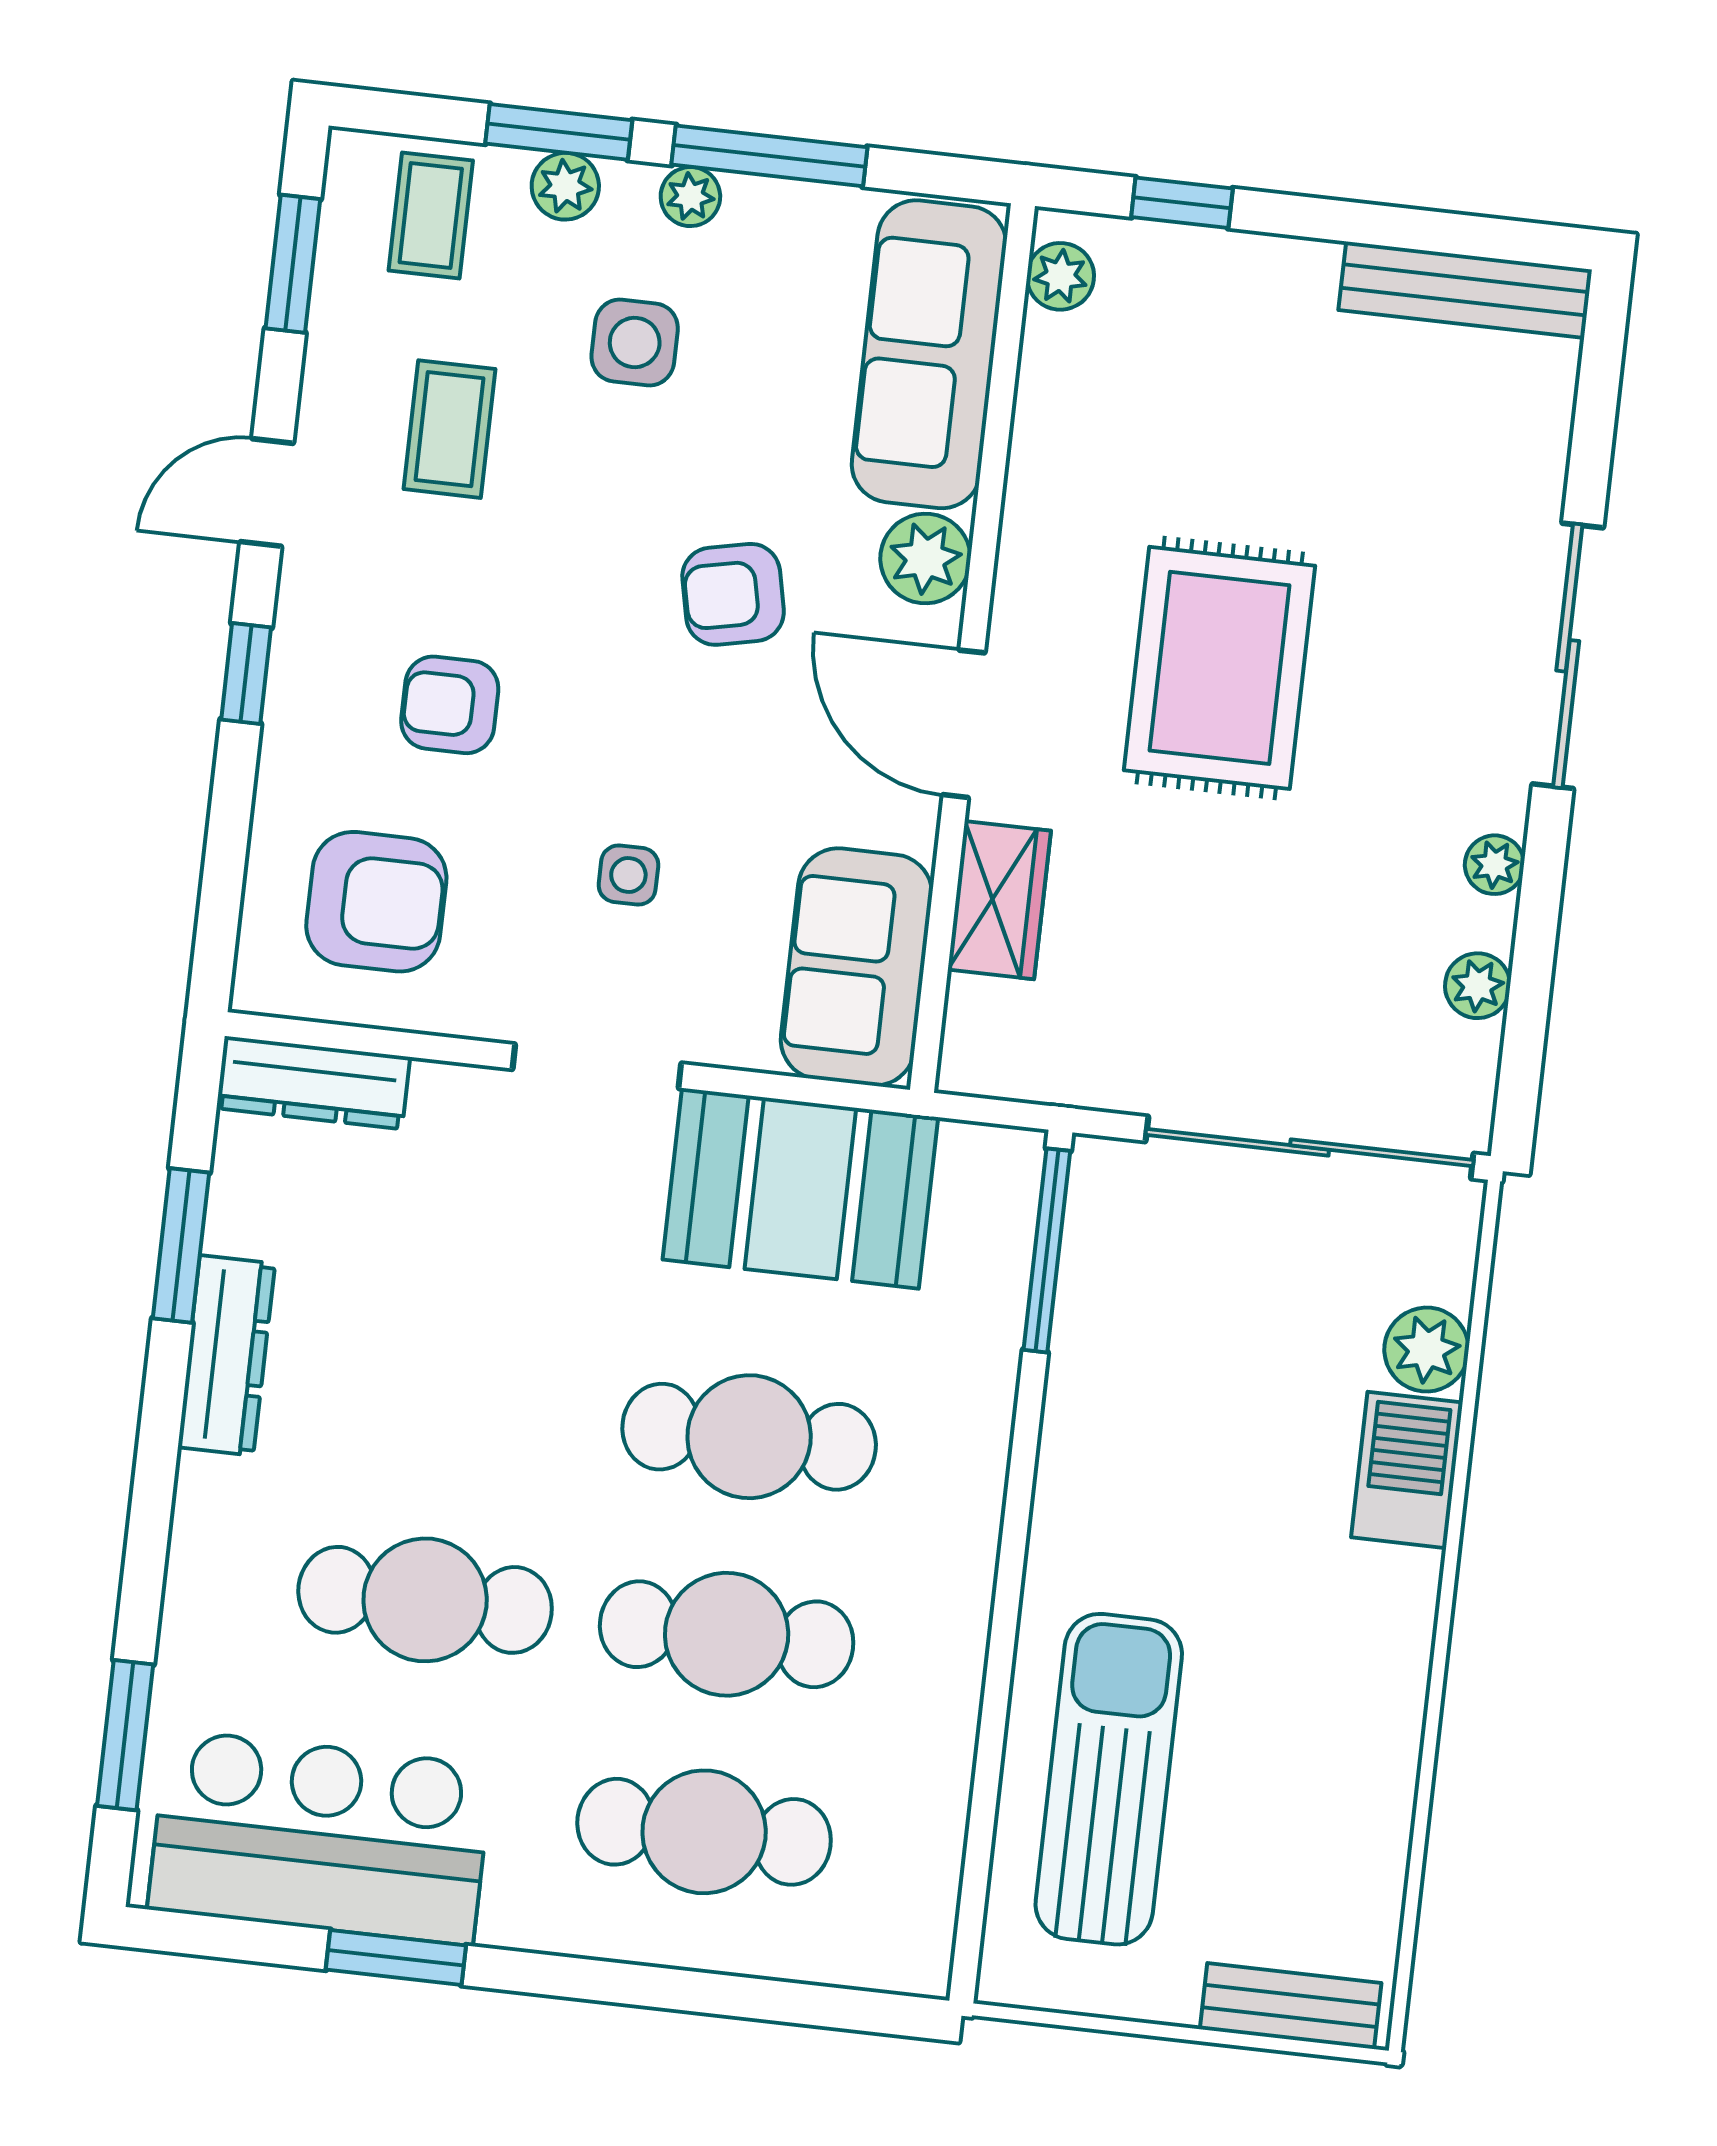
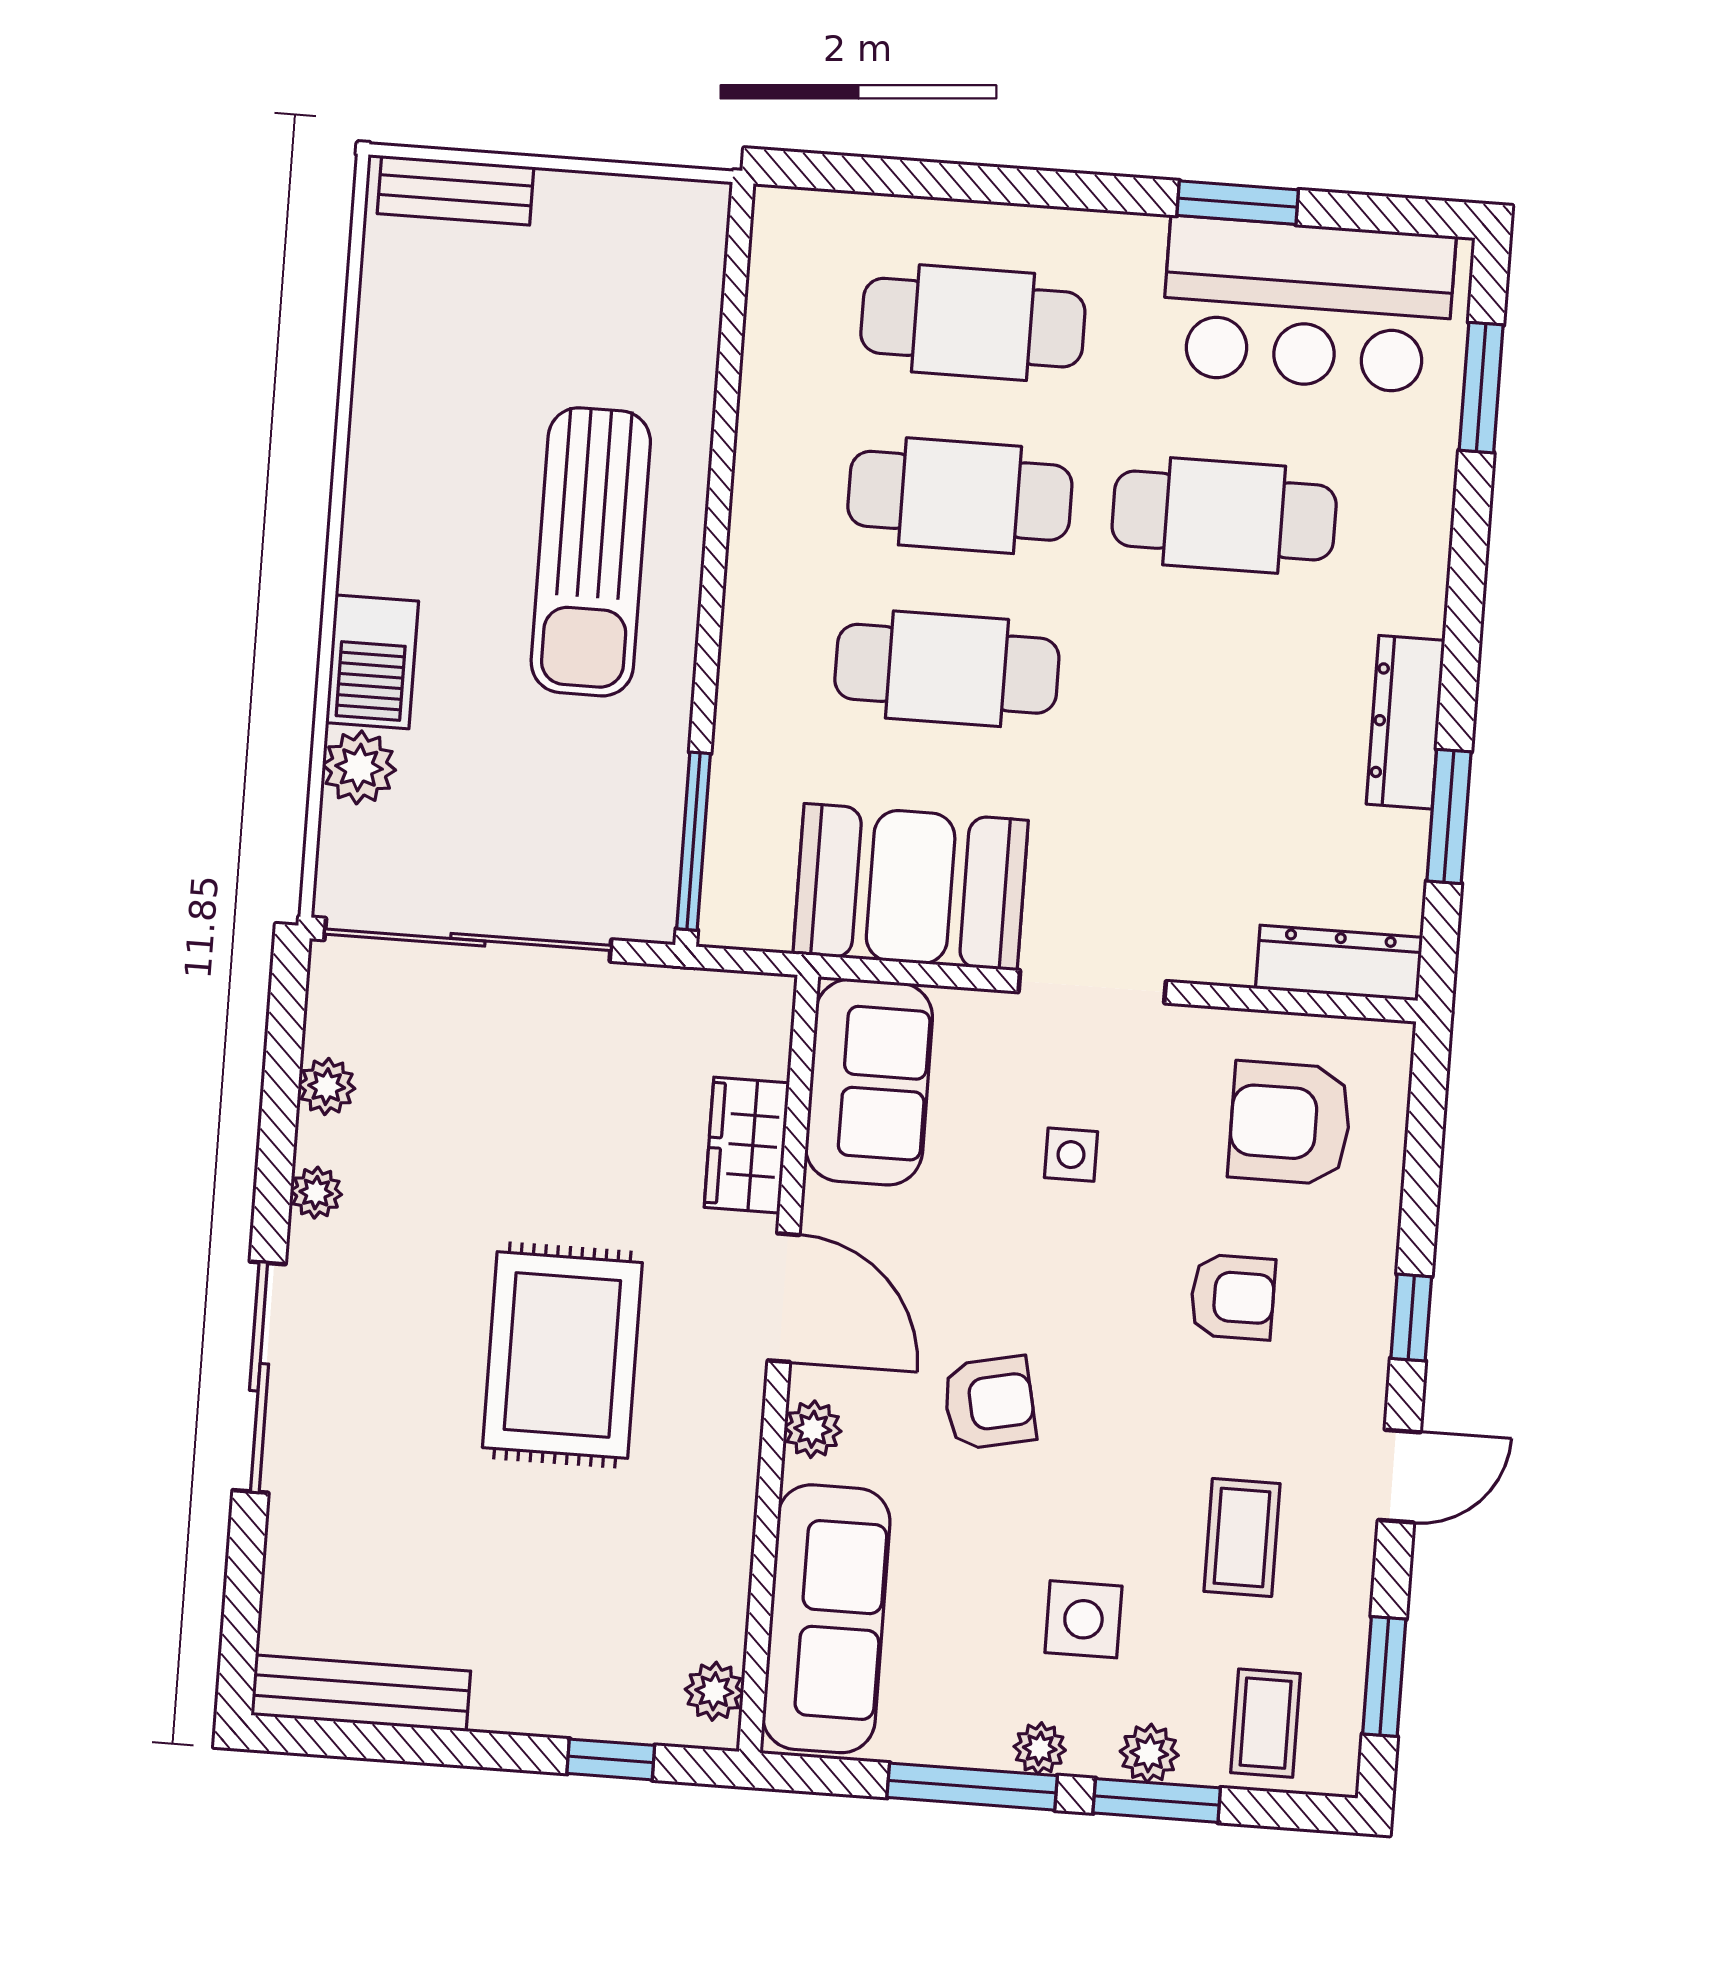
plant: (925, 558) -> (813, 1429), width x0.73, depth x0.73
sun lounger: (1109, 1779) -> (591, 552), moved

